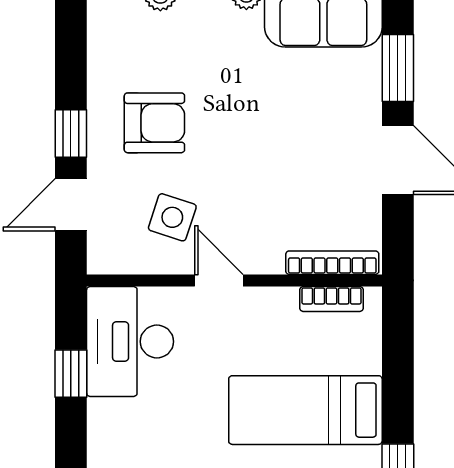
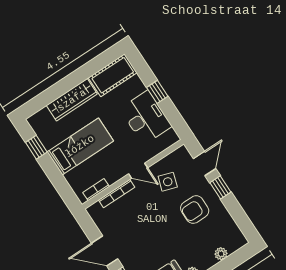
bookcase: (332, 263) -> (117, 194), moved
desk: (130, 342) -> (146, 117), moved
window: (71, 374) -> (157, 92), moved

